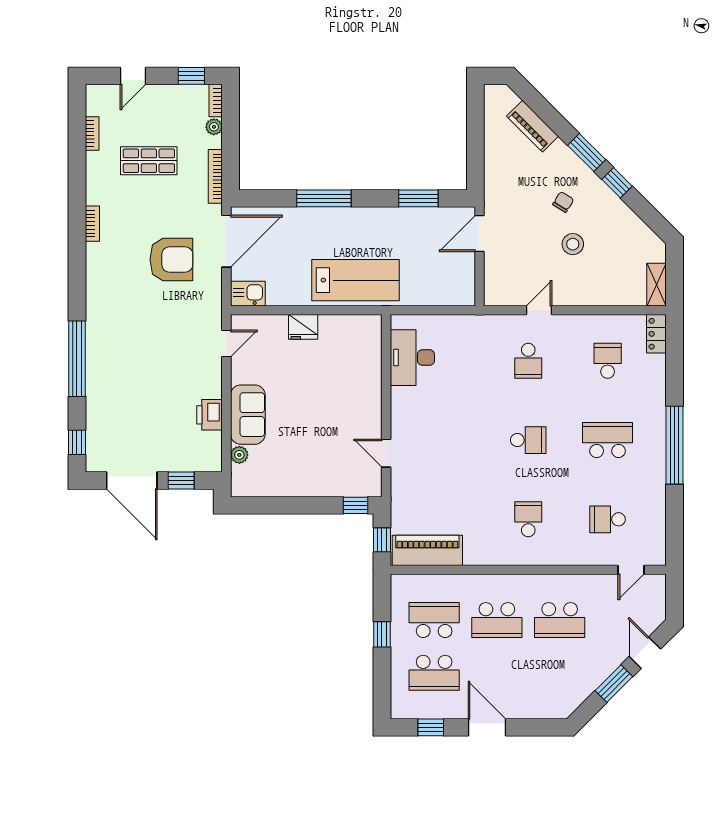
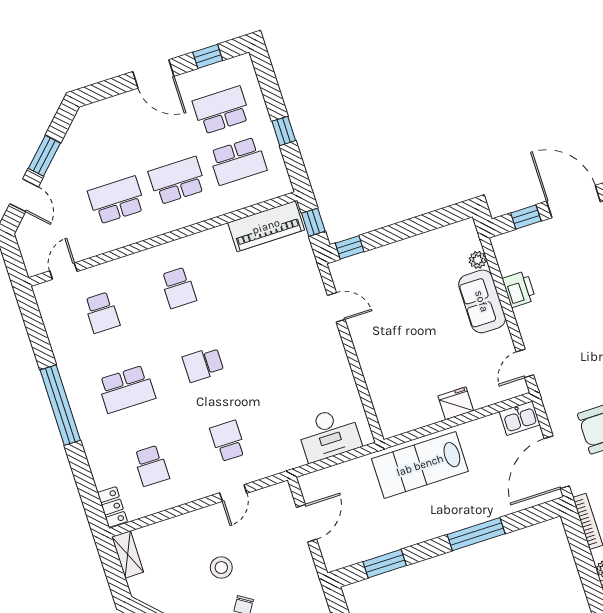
door: (479, 234) -> (306, 523), moved
desk: (412, 358) -> (329, 434), moved, turned 90
school desk: (608, 519) -> (102, 313), turned 90

